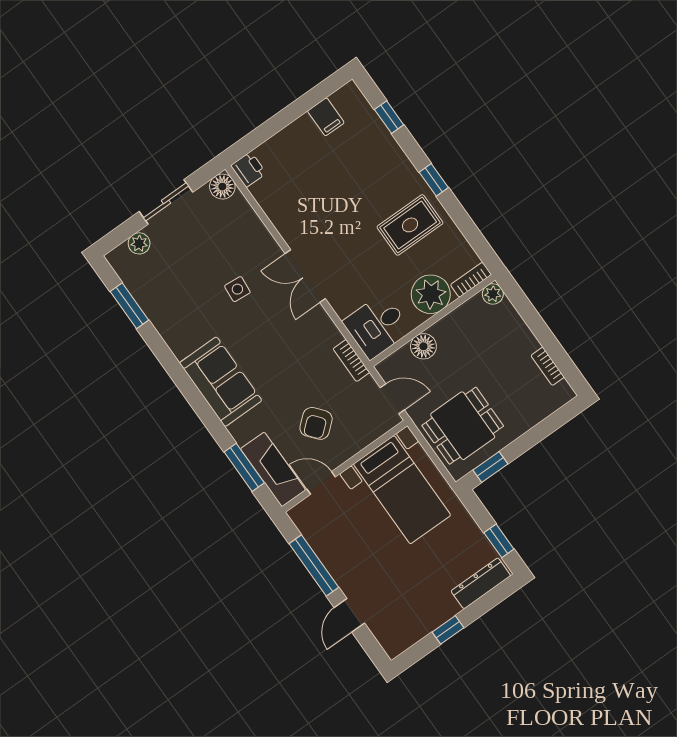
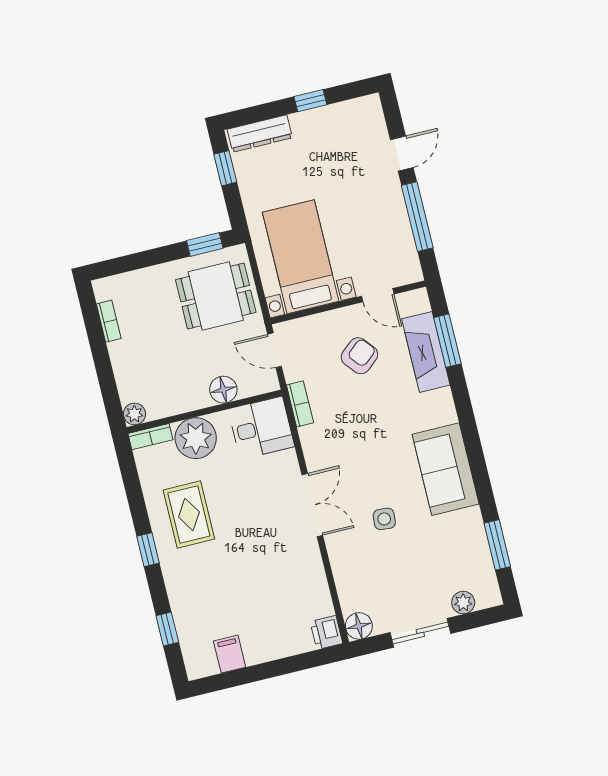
rug: (410, 225) -> (189, 514), turned 90
sofa: (221, 382) -> (446, 469), moved
fireplace: (273, 469) -> (426, 352), moved

